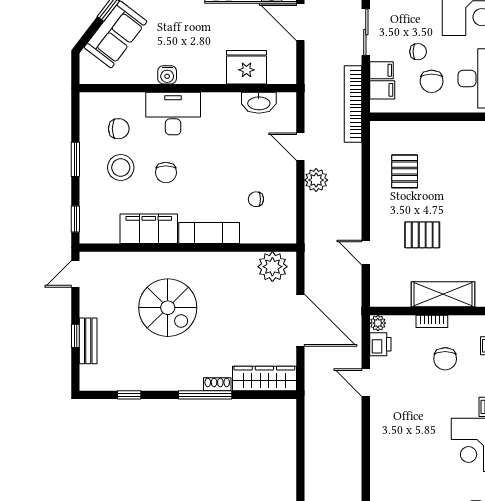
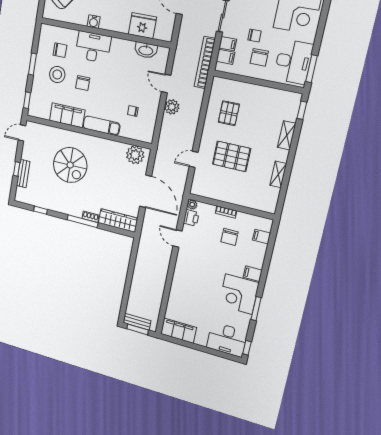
pallet: (422, 235) -> (232, 156), width x1.50, depth x1.42
door: (366, 253) -> (194, 159), hinge flipped
shelving: (443, 294) -> (237, 197), removed

